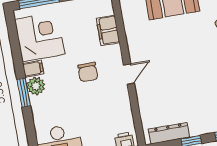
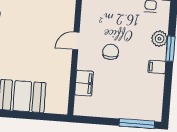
corner desk: (40, 37) -> (144, 93), removed
plant: (36, 86) -> (160, 39), moved

